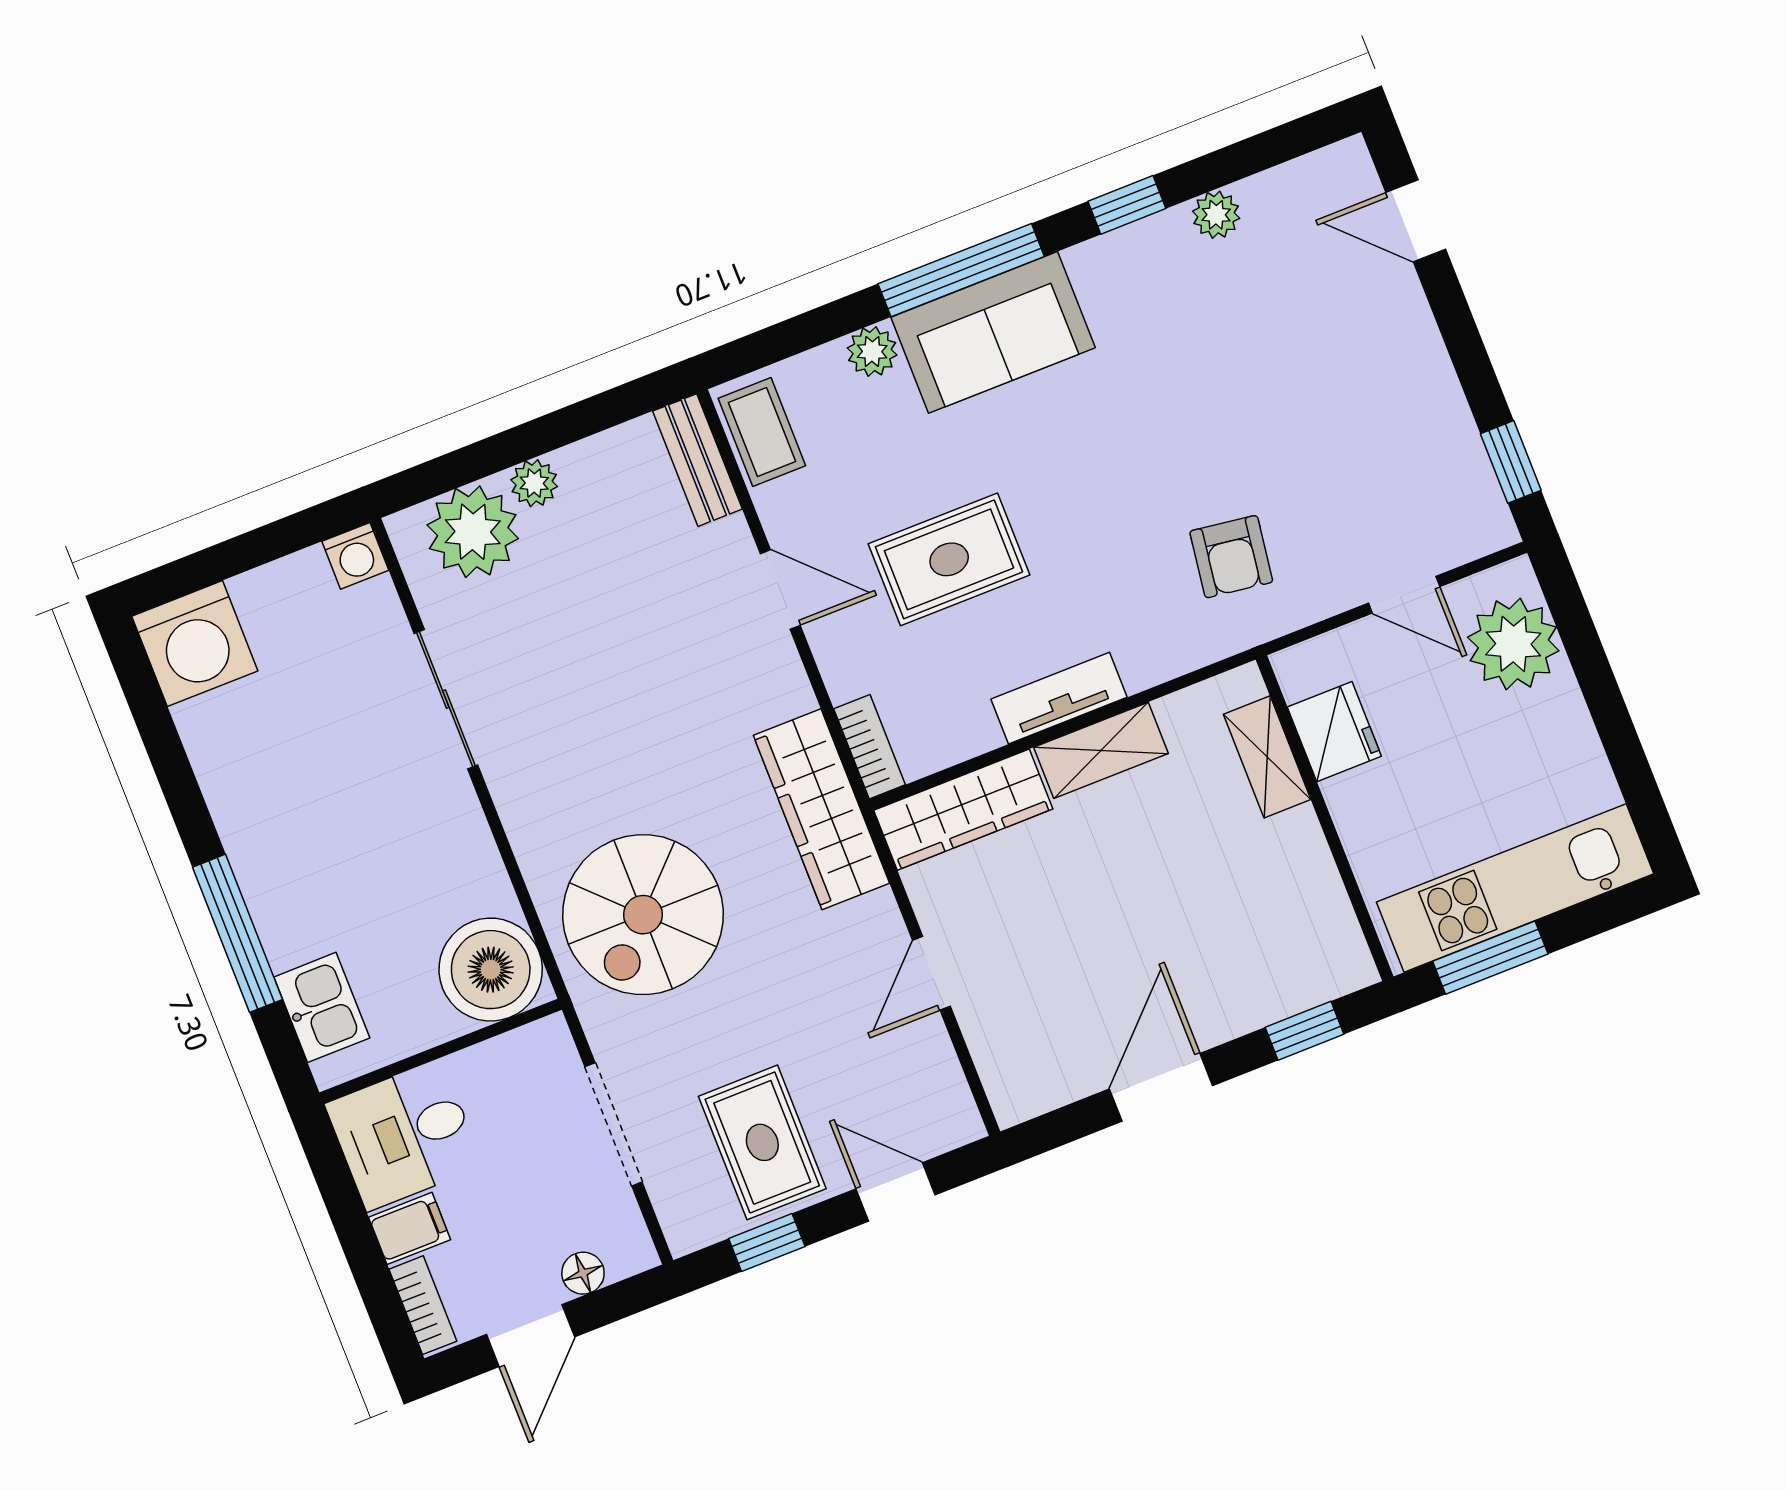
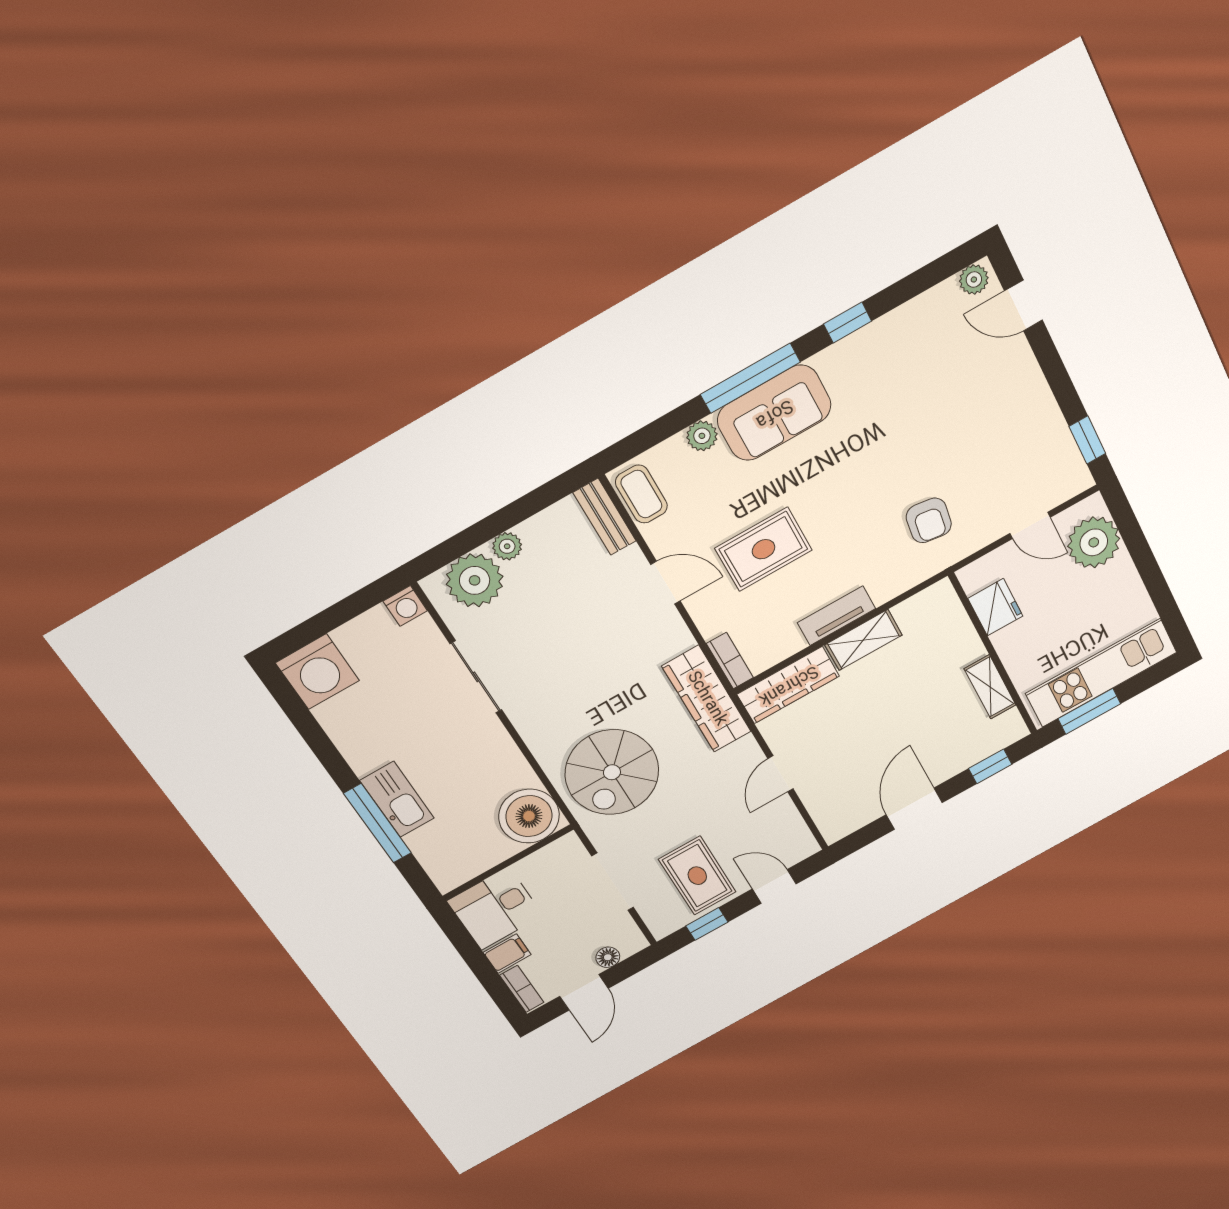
plant: (1216, 215) -> (974, 280), moved
shelving: (1267, 757) -> (990, 687), moved
kitchen sink: (322, 1007) -> (397, 799), moved, width x1.38

